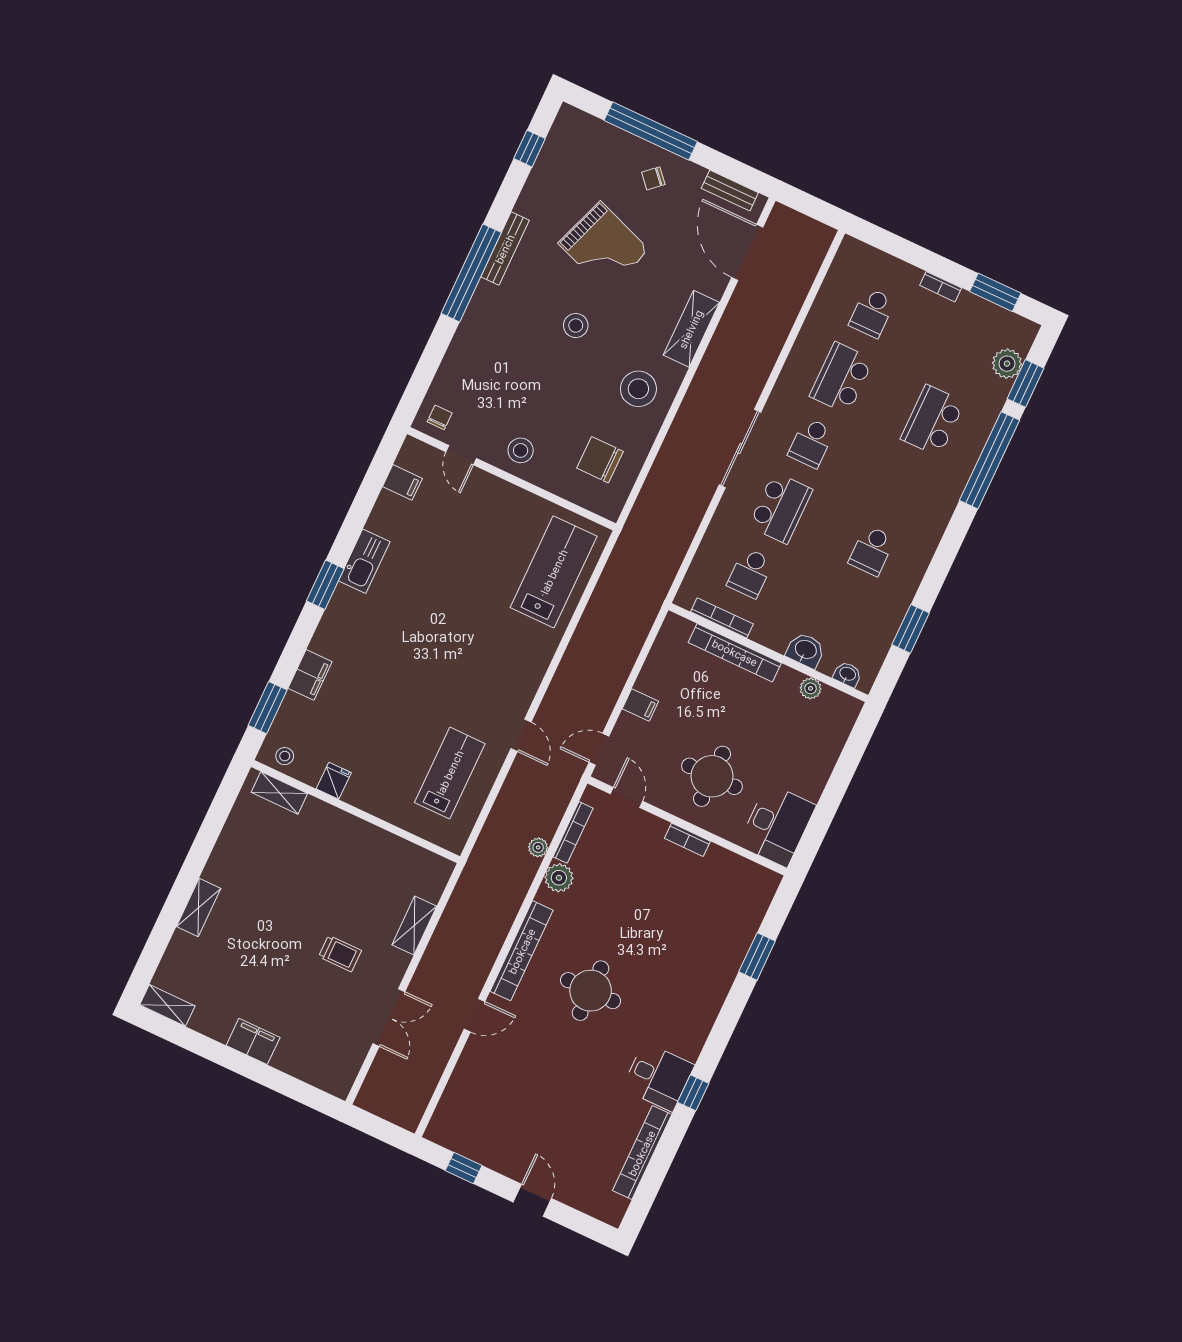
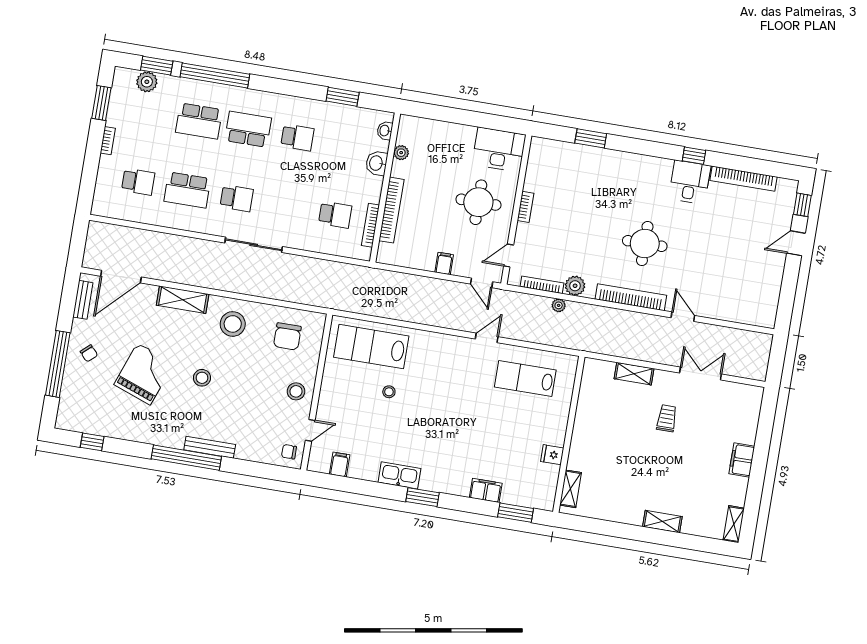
bench: (505, 249) -> (210, 447), moved
school desk: (781, 508) -> (248, 129), moved
stool: (285, 756) -> (389, 392), moved
window: (464, 1168) -> (802, 205), moved

